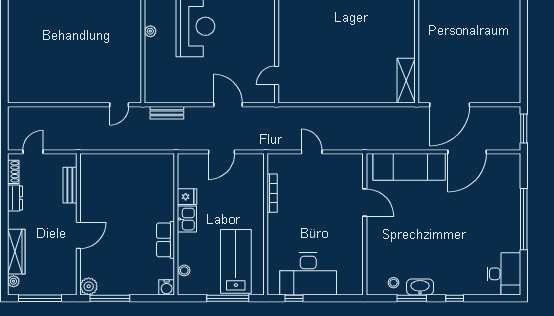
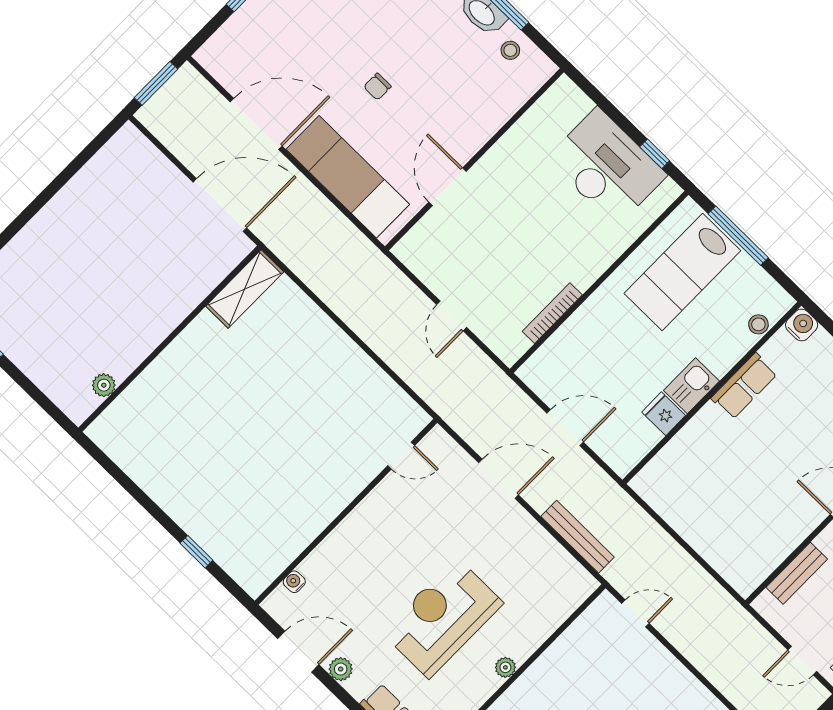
door: (228, 105) -> (499, 479), swing flipped
bench: (167, 113) -> (578, 537), width x1.36
chair: (433, 215) -> (377, 87), added

